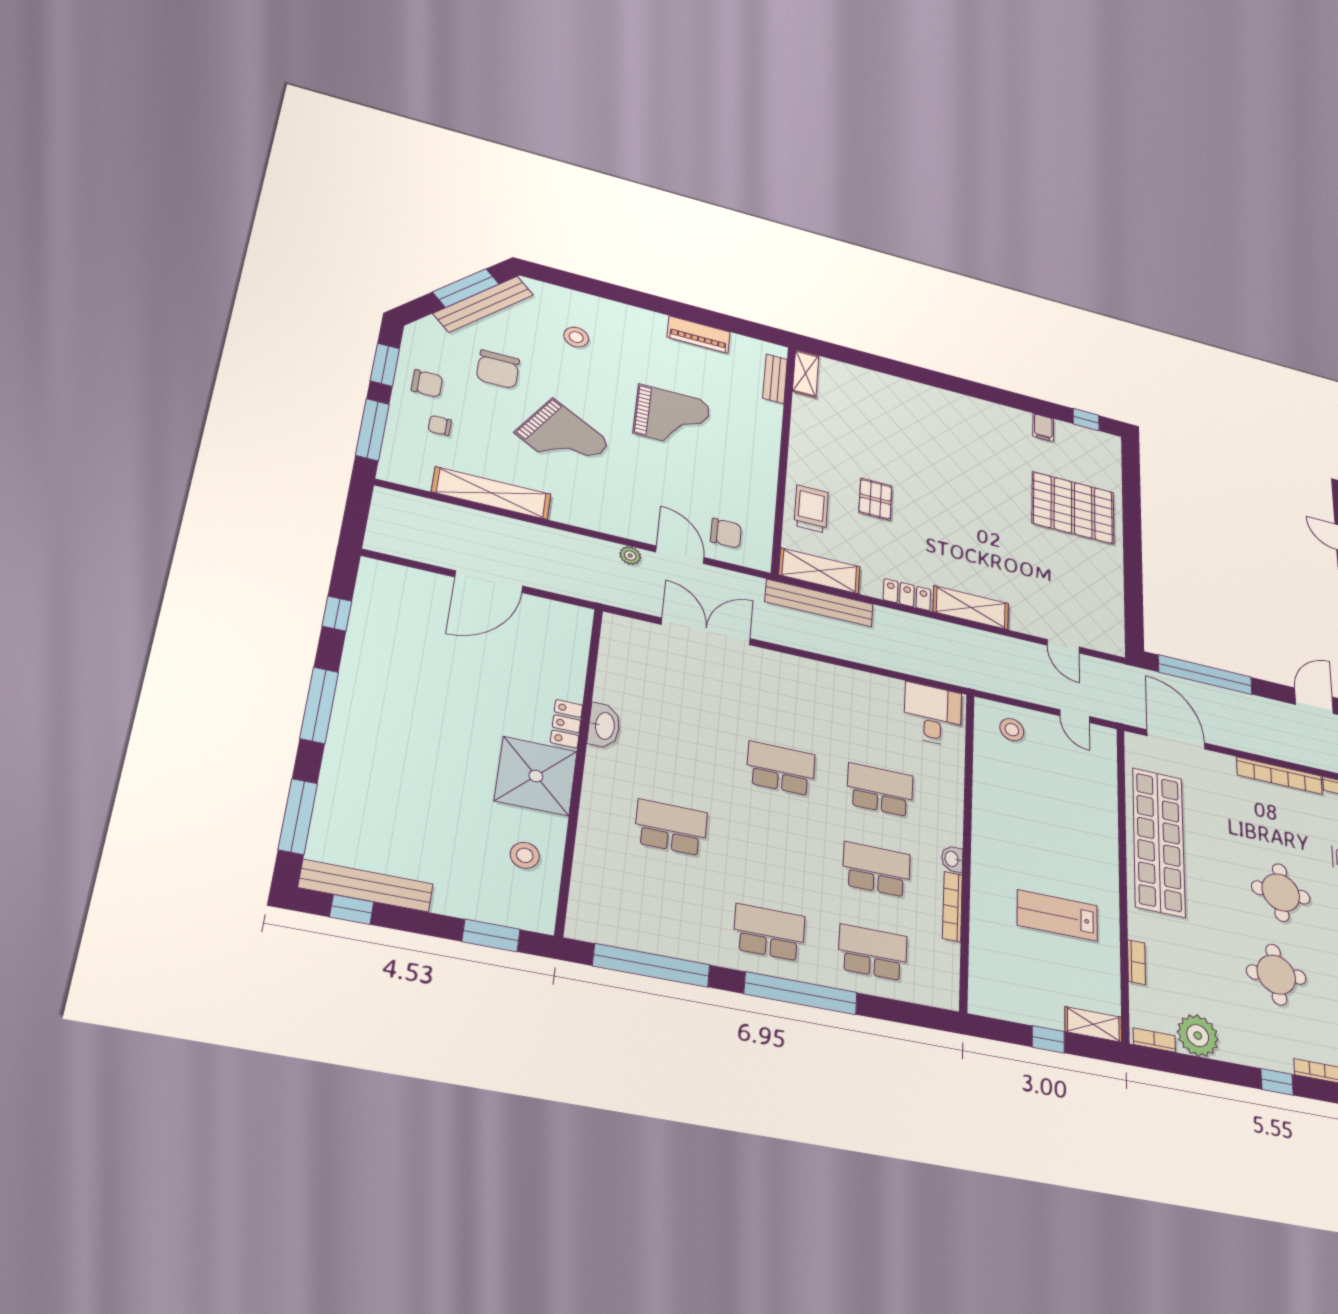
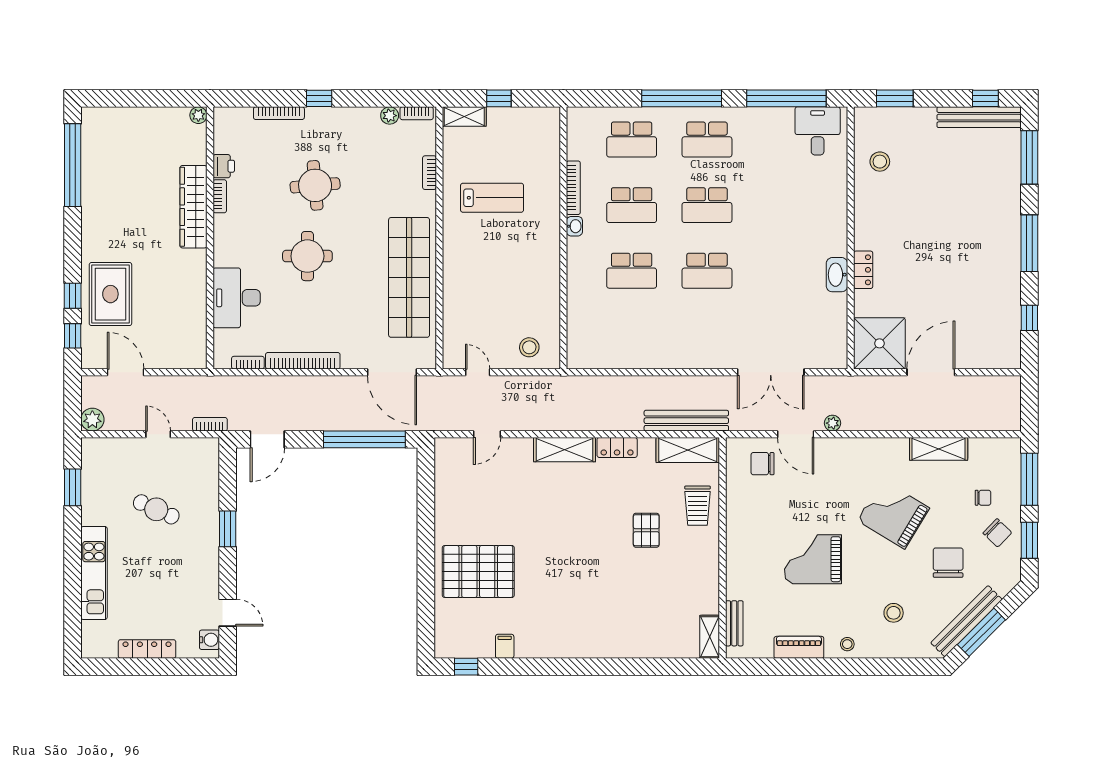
stool: (638, 322) -> (847, 644), added
chair: (427, 383) -> (997, 533), turned -136
shelving: (491, 493) -> (939, 449), width x0.68
door: (1063, 646) -> (487, 434), swing flipped
desk: (933, 714) -> (818, 131), moved, turned 180
shower: (536, 776) -> (879, 343), moved
school desk: (671, 828) -> (707, 205), moved
plant: (1198, 1036) -> (390, 116), width x0.53, depth x0.53

